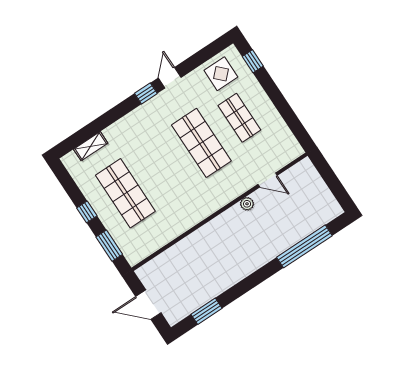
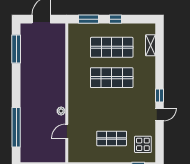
door: (170, 78) -> (160, 114), hinge flipped
shop shelf: (201, 143) -> (112, 78), moved
window: (207, 311) -> (16, 49), width x1.44

